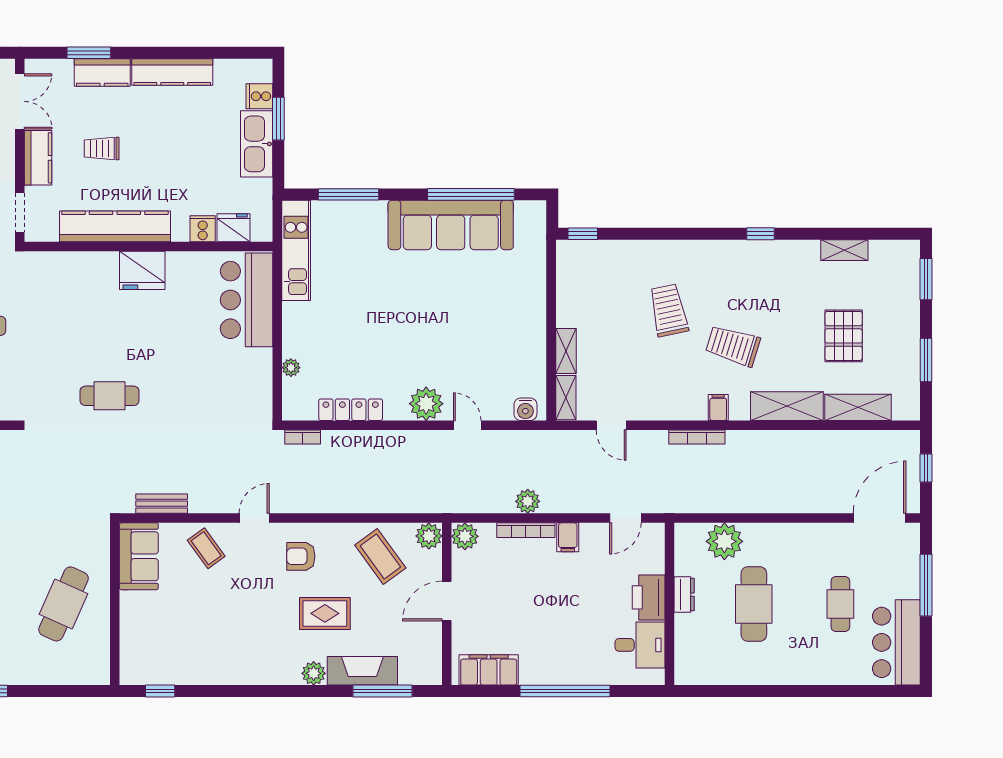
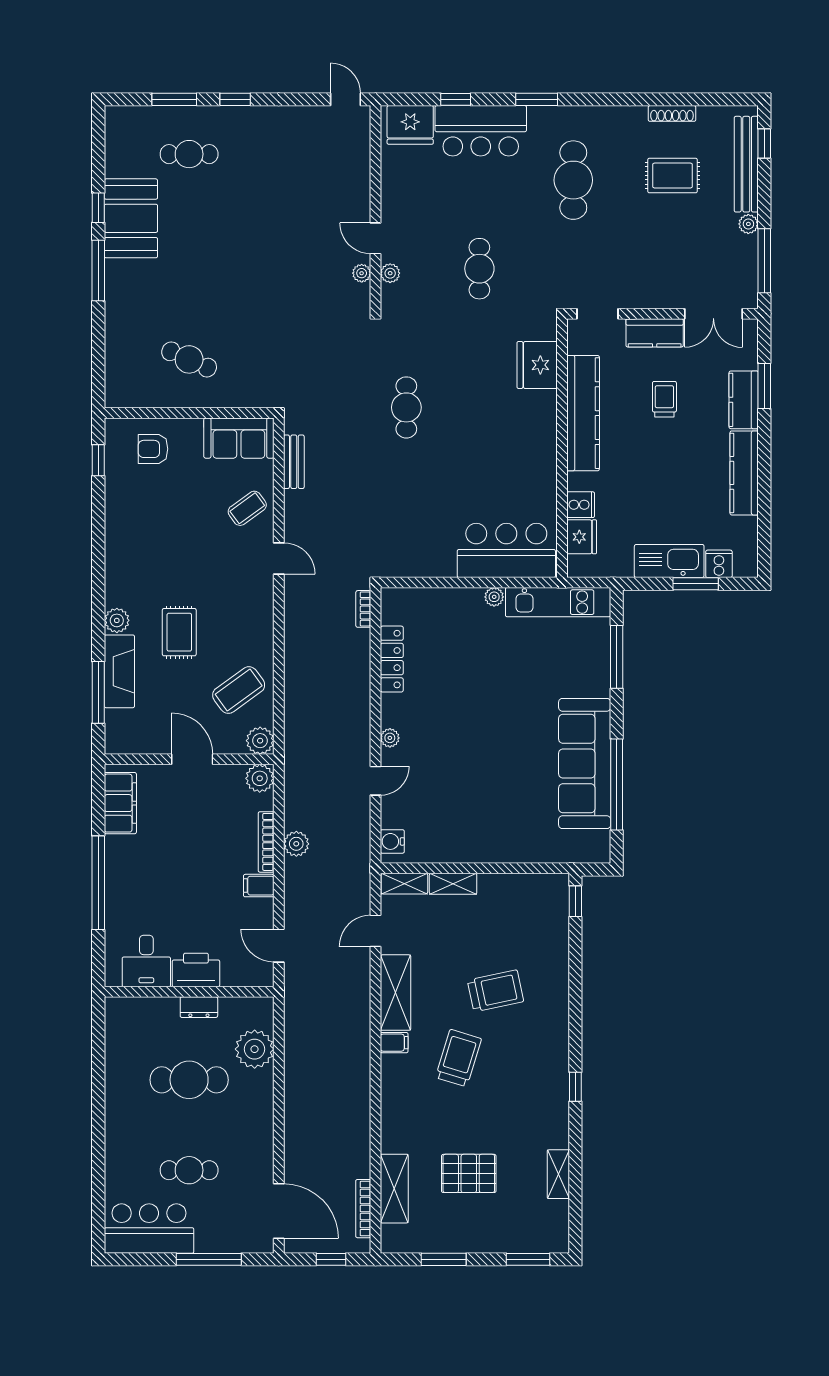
fridge: (142, 270) -> (537, 365), moved
plant: (291, 368) -> (494, 597), moved
plant: (426, 404) -> (390, 738), width x0.53, depth x0.53
shelving: (787, 406) -> (396, 993), moved
bookcase: (697, 437) -> (363, 1209), moved
armchair: (301, 556) -> (153, 449), moved, turned -90
cafe table: (64, 604) -> (189, 359), width x0.73, depth x0.74

